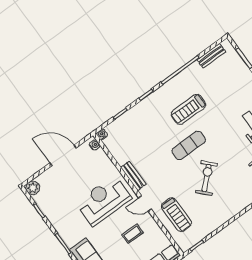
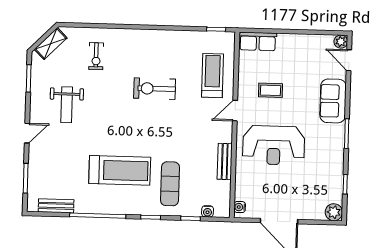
treadmill: (188, 109) -> (120, 170), width x1.37, depth x1.38
water cooler: (102, 134) -> (207, 211), moved
exercise mat: (189, 145) -> (170, 184), moved, turned 90
bench: (133, 176) -> (225, 161), moved
exercise bike: (206, 178) -> (155, 89), turned 44
door: (145, 204) -> (235, 111), swing flipped

